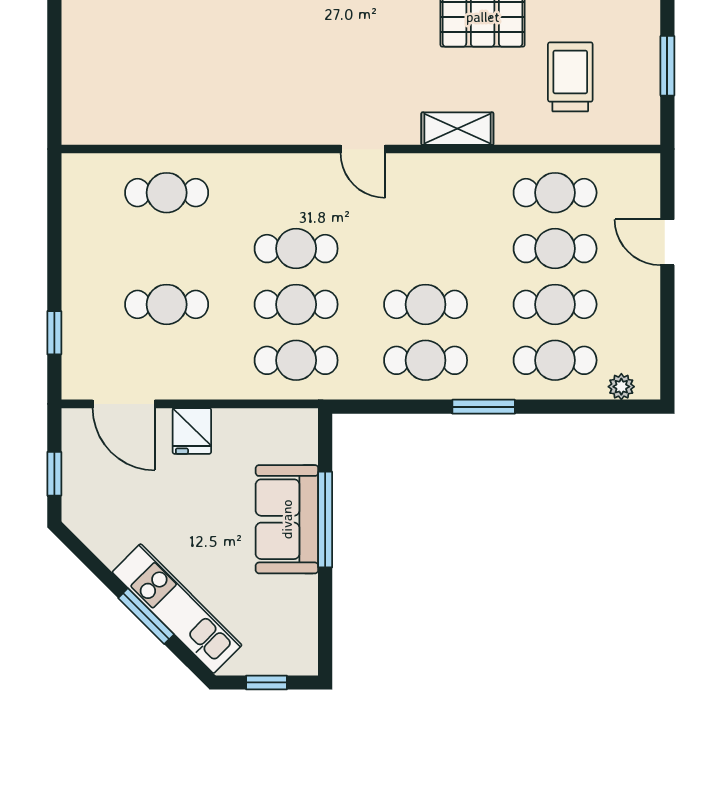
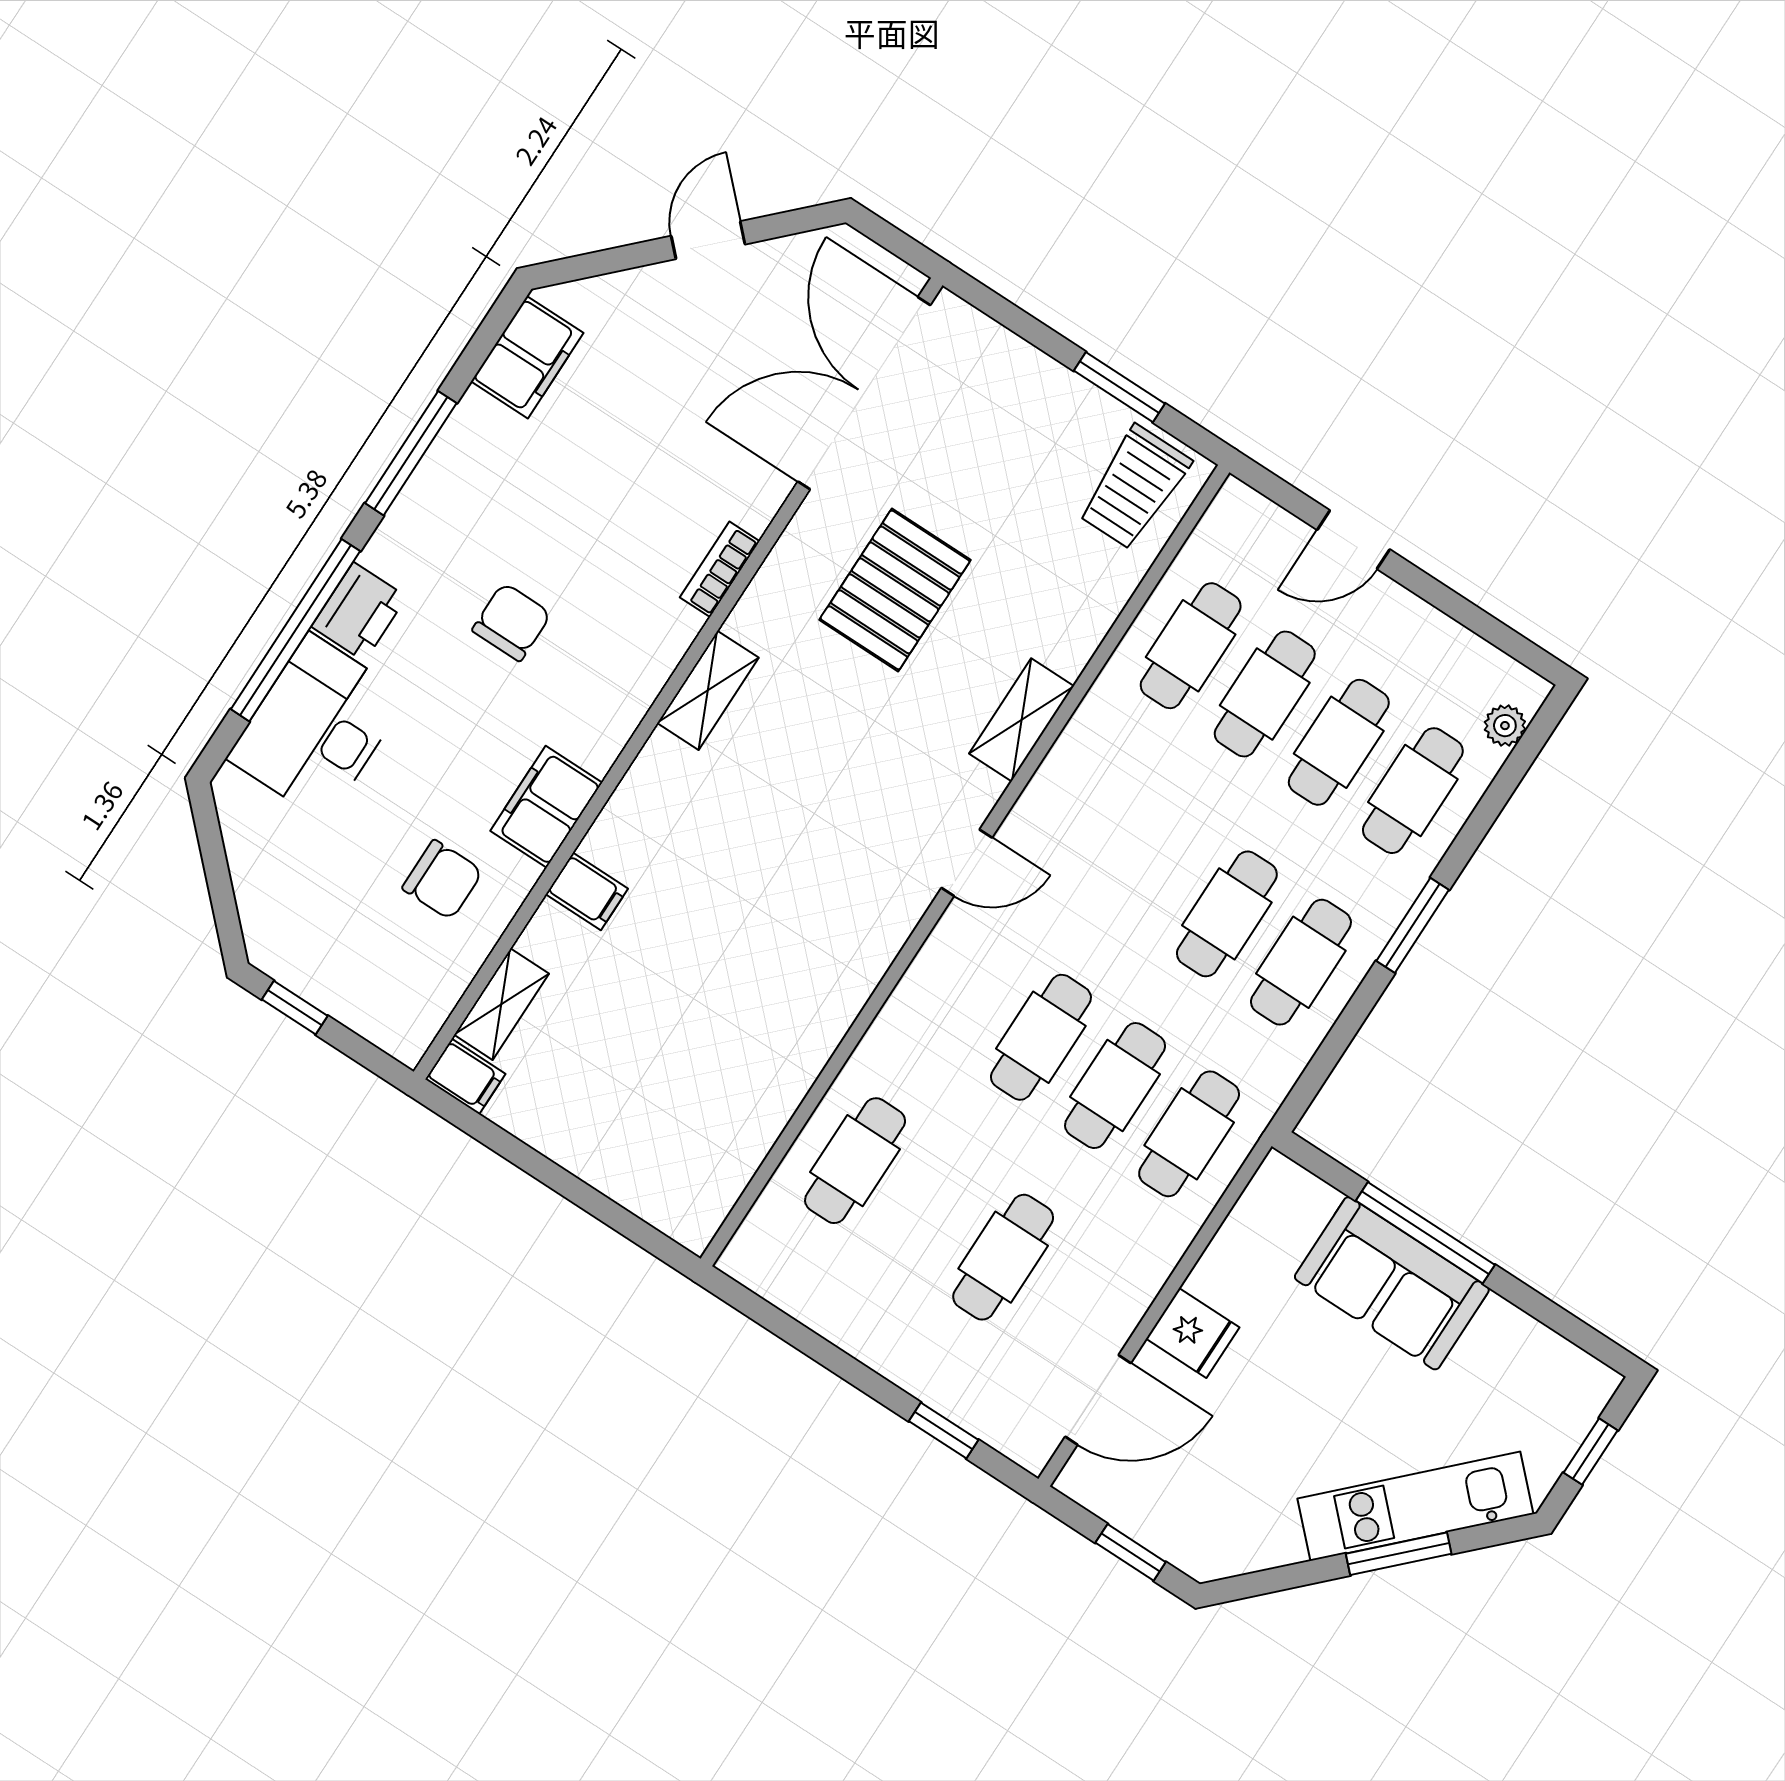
trolley: (570, 77) -> (1134, 487), moved, turned -90

